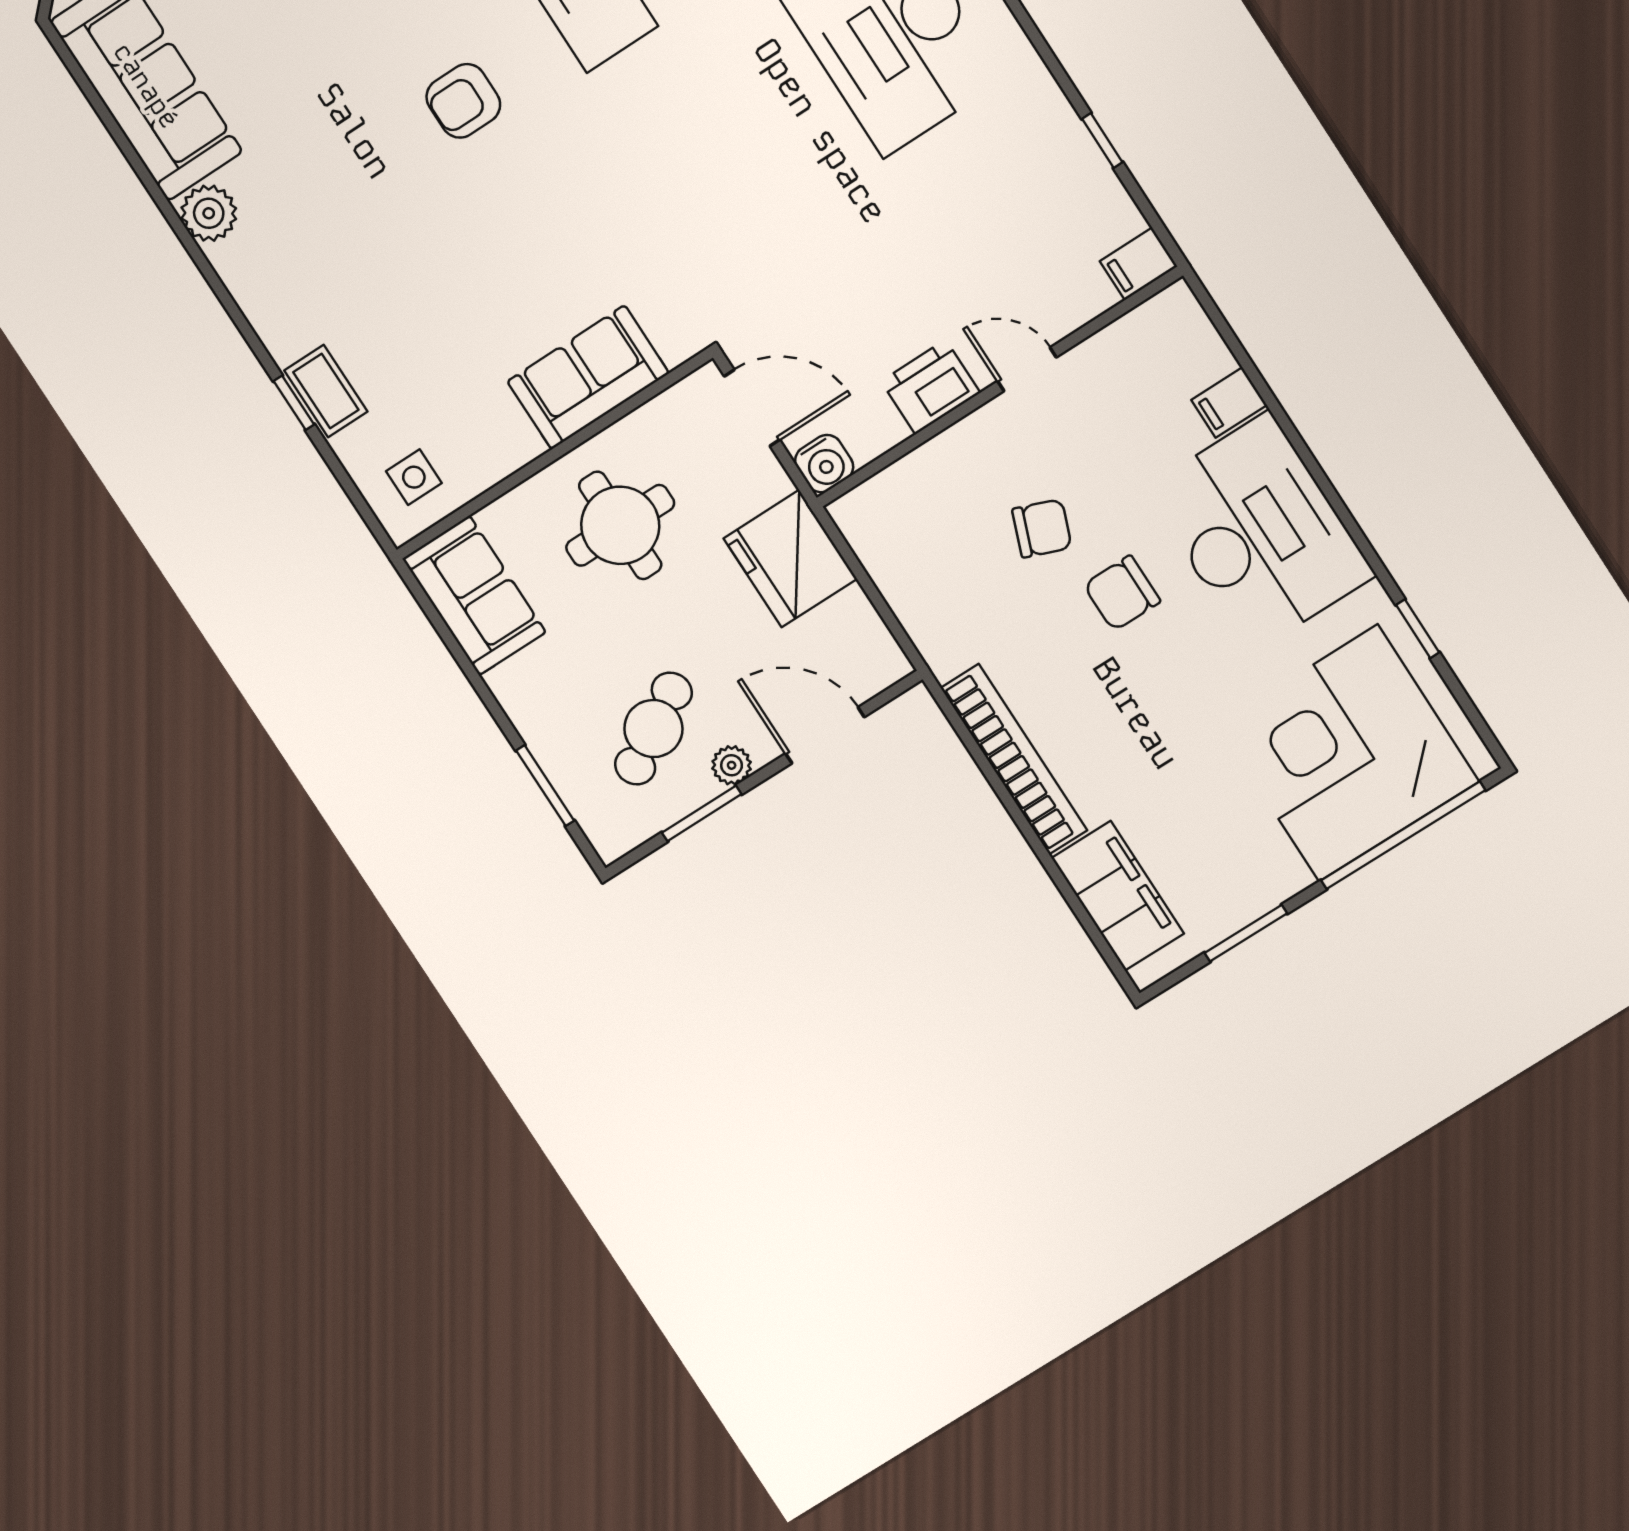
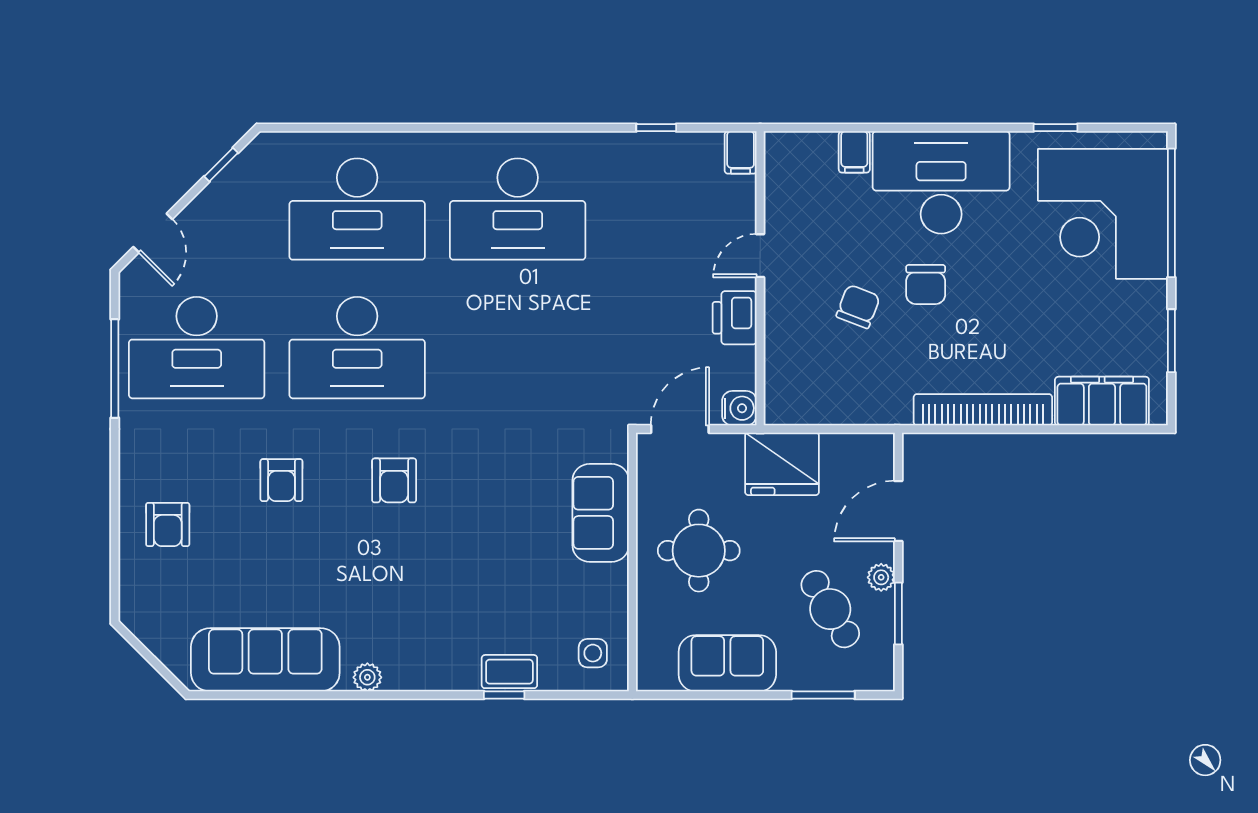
plant: (209, 213) -> (367, 677), width x0.73, depth x0.73
sofa: (474, 596) -> (727, 663), moved

